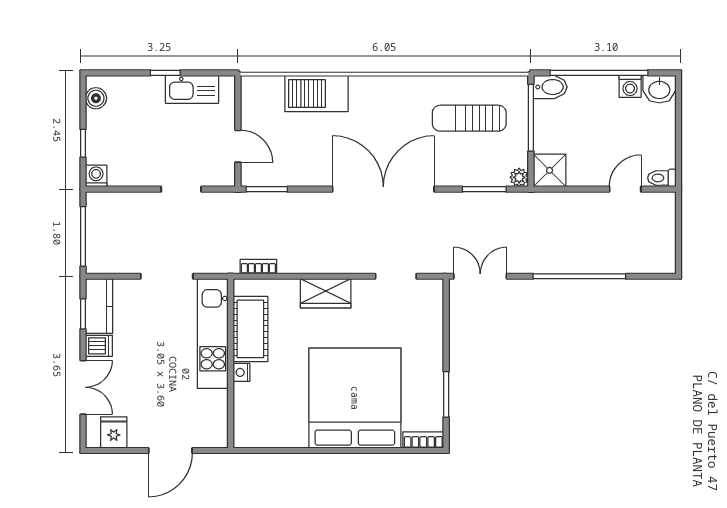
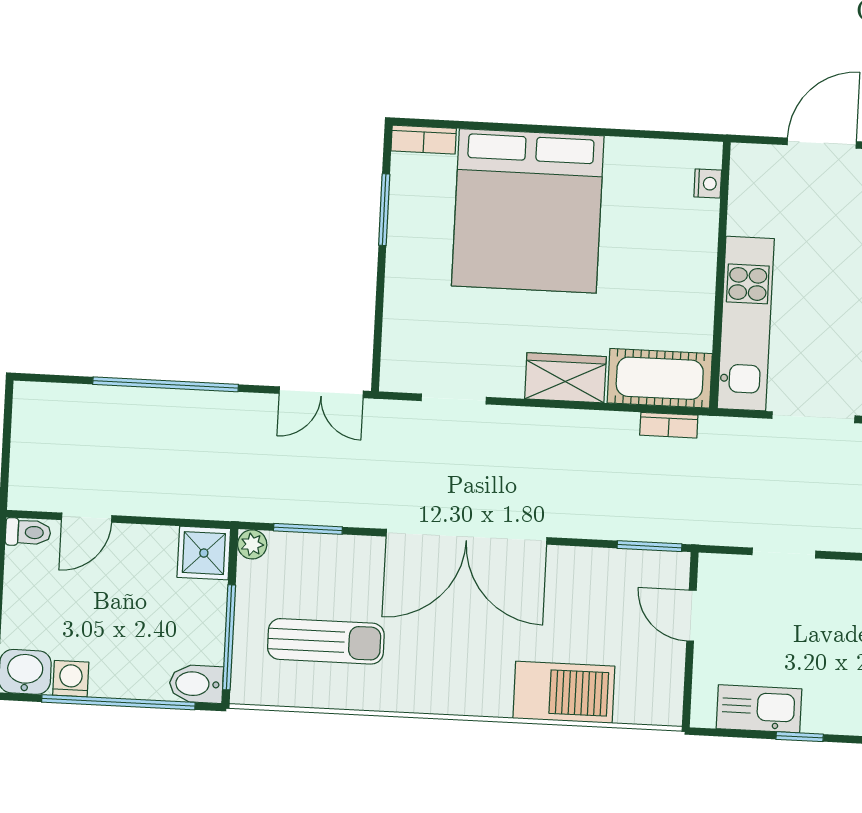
cot: (250, 329) -> (660, 378), moved, turned 90
nightstand: (241, 372) -> (708, 184), moved

